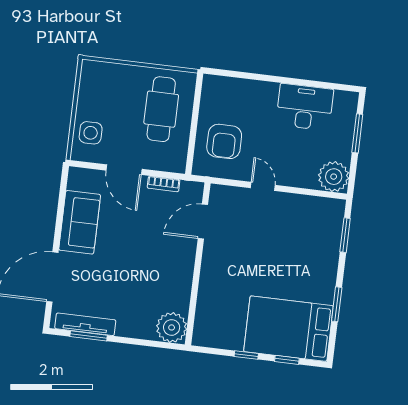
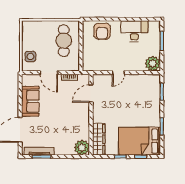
armchair: (224, 141) -> (102, 31), moved
door: (263, 186) -> (118, 73), swing flipped
wardrobe: (207, 315) -> (99, 139), added

